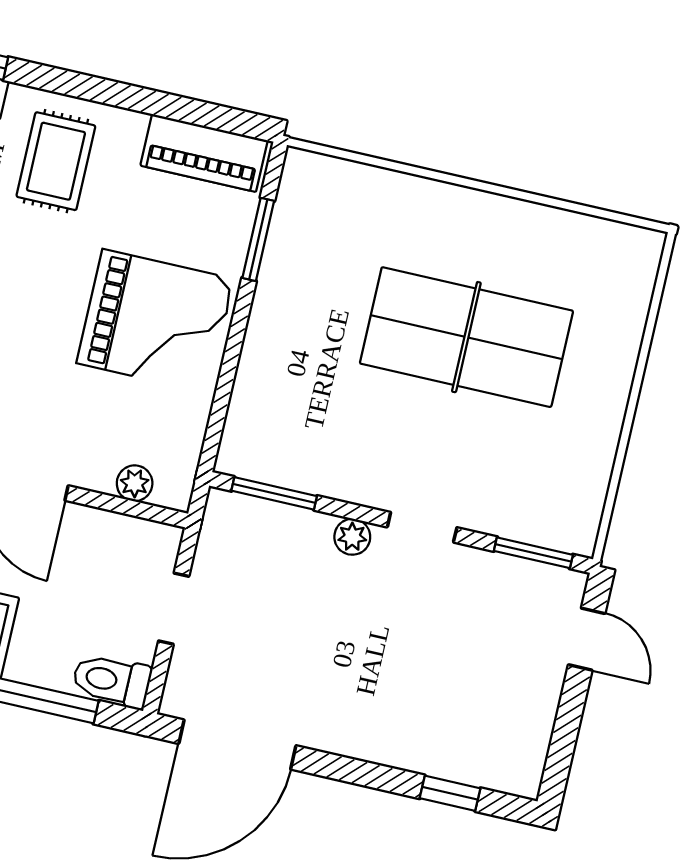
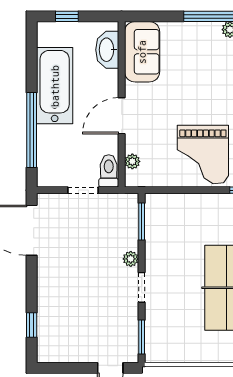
toilet: (112, 681) -> (109, 171), moved

